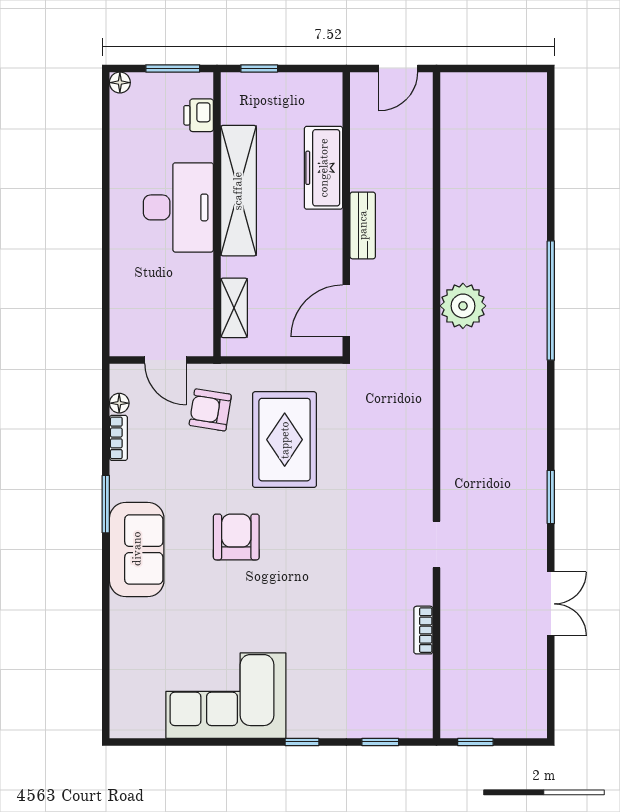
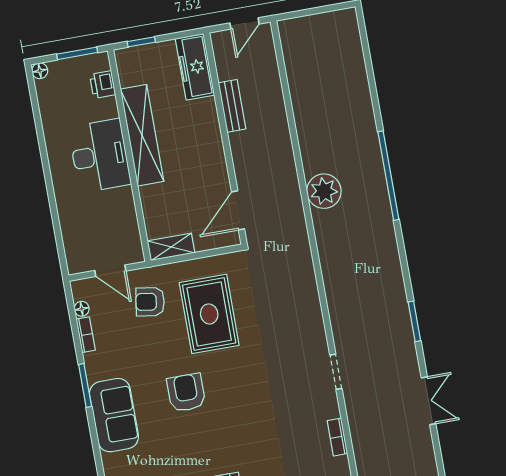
freezer: (324, 168) -> (195, 67), moved
bench: (363, 225) -> (232, 106), moved
shelving: (234, 308) -> (171, 247), moved, turned 90

